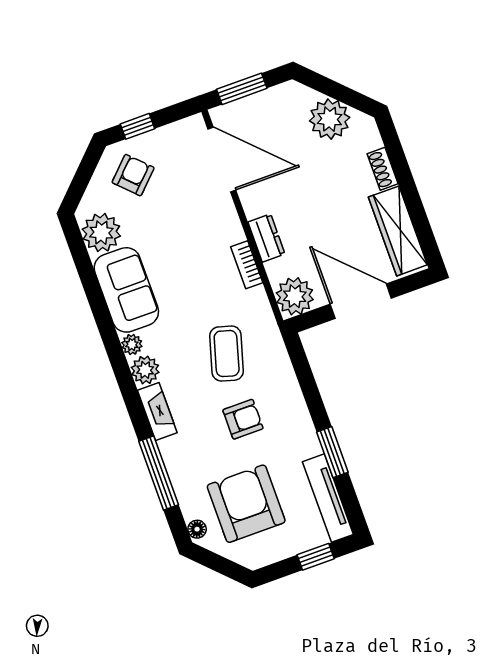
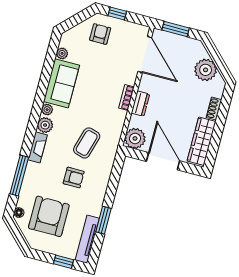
armchair: (133, 175) -> (100, 34), turned -45
plant: (101, 233) -> (62, 53), width x0.53, depth x0.53
bookcase: (247, 265) -> (126, 98), moved

